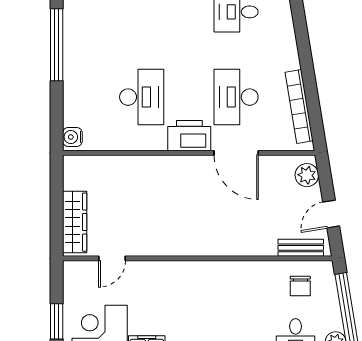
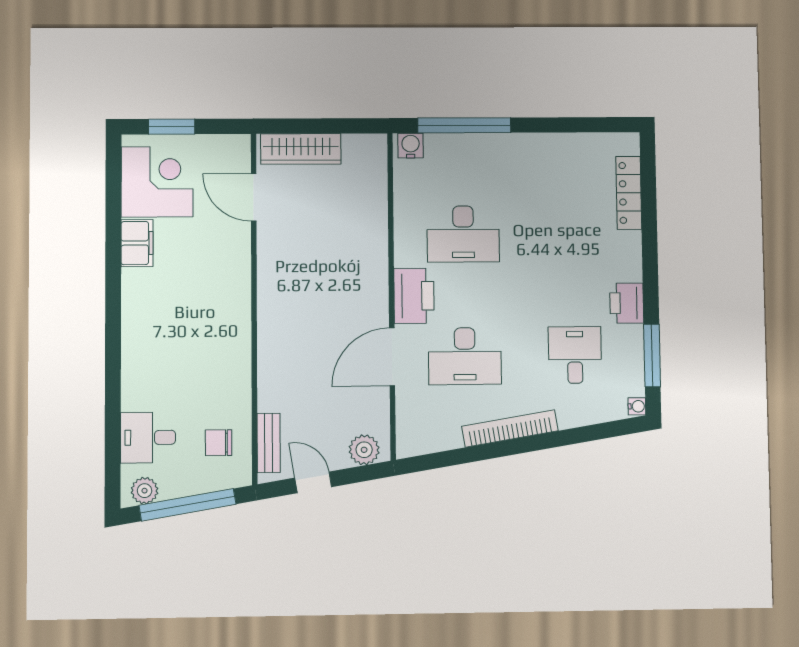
window: (57, 45) -> (464, 125), moved
desk: (236, 97) -> (465, 356), turned 180
bookcase: (299, 106) -> (510, 428), moved
door: (112, 258) -> (254, 197), width x1.38

